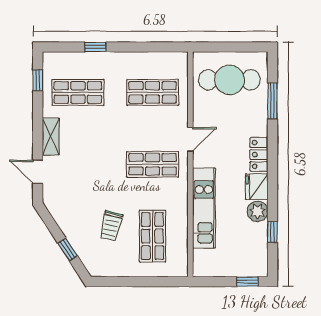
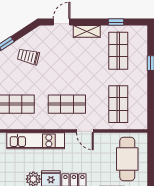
window: (38, 80) -> (116, 22), moved
shop shelf: (153, 164) -> (67, 104), turned 90
trolley: (111, 226) -> (28, 57), moved

